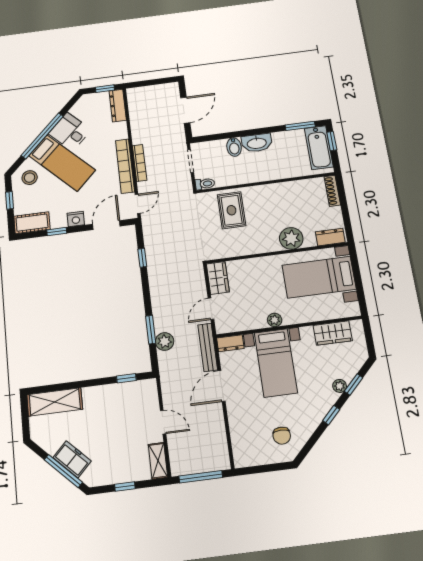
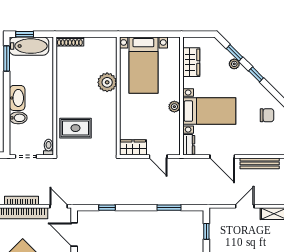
dresser: (330, 237) -> (110, 50), removed
plant: (165, 341) -> (180, 197), removed
bench: (208, 347) -> (260, 163), moved

